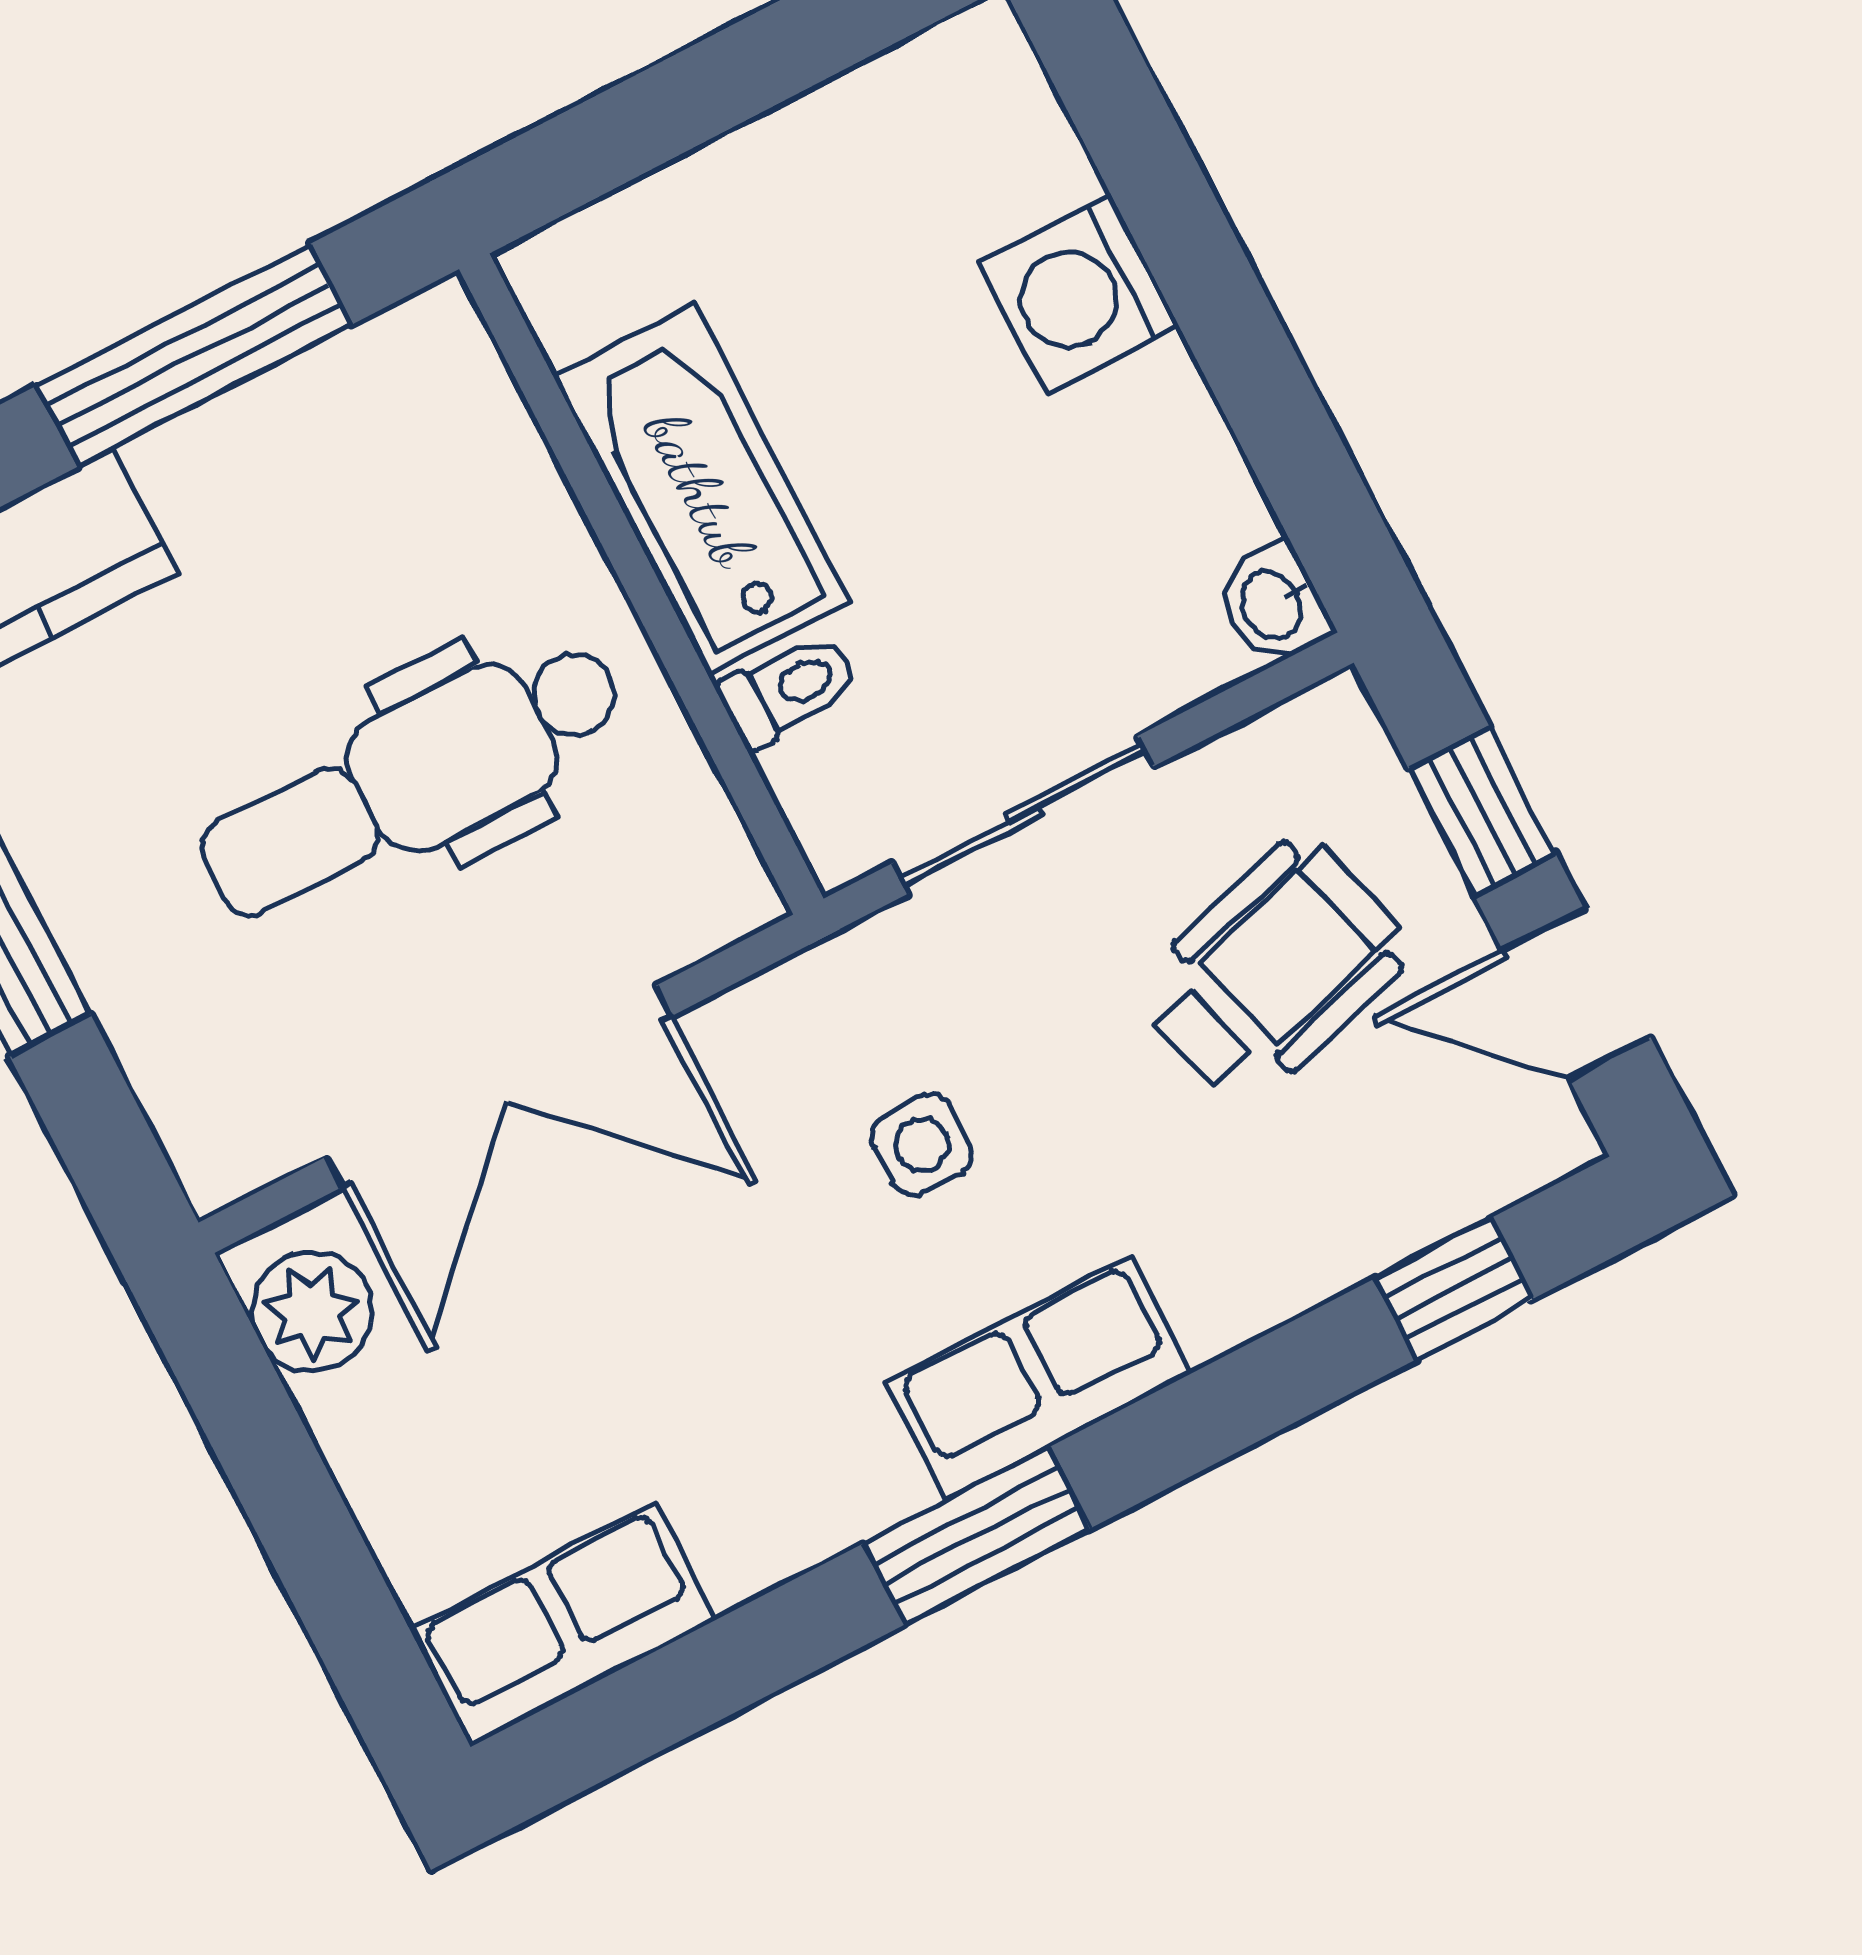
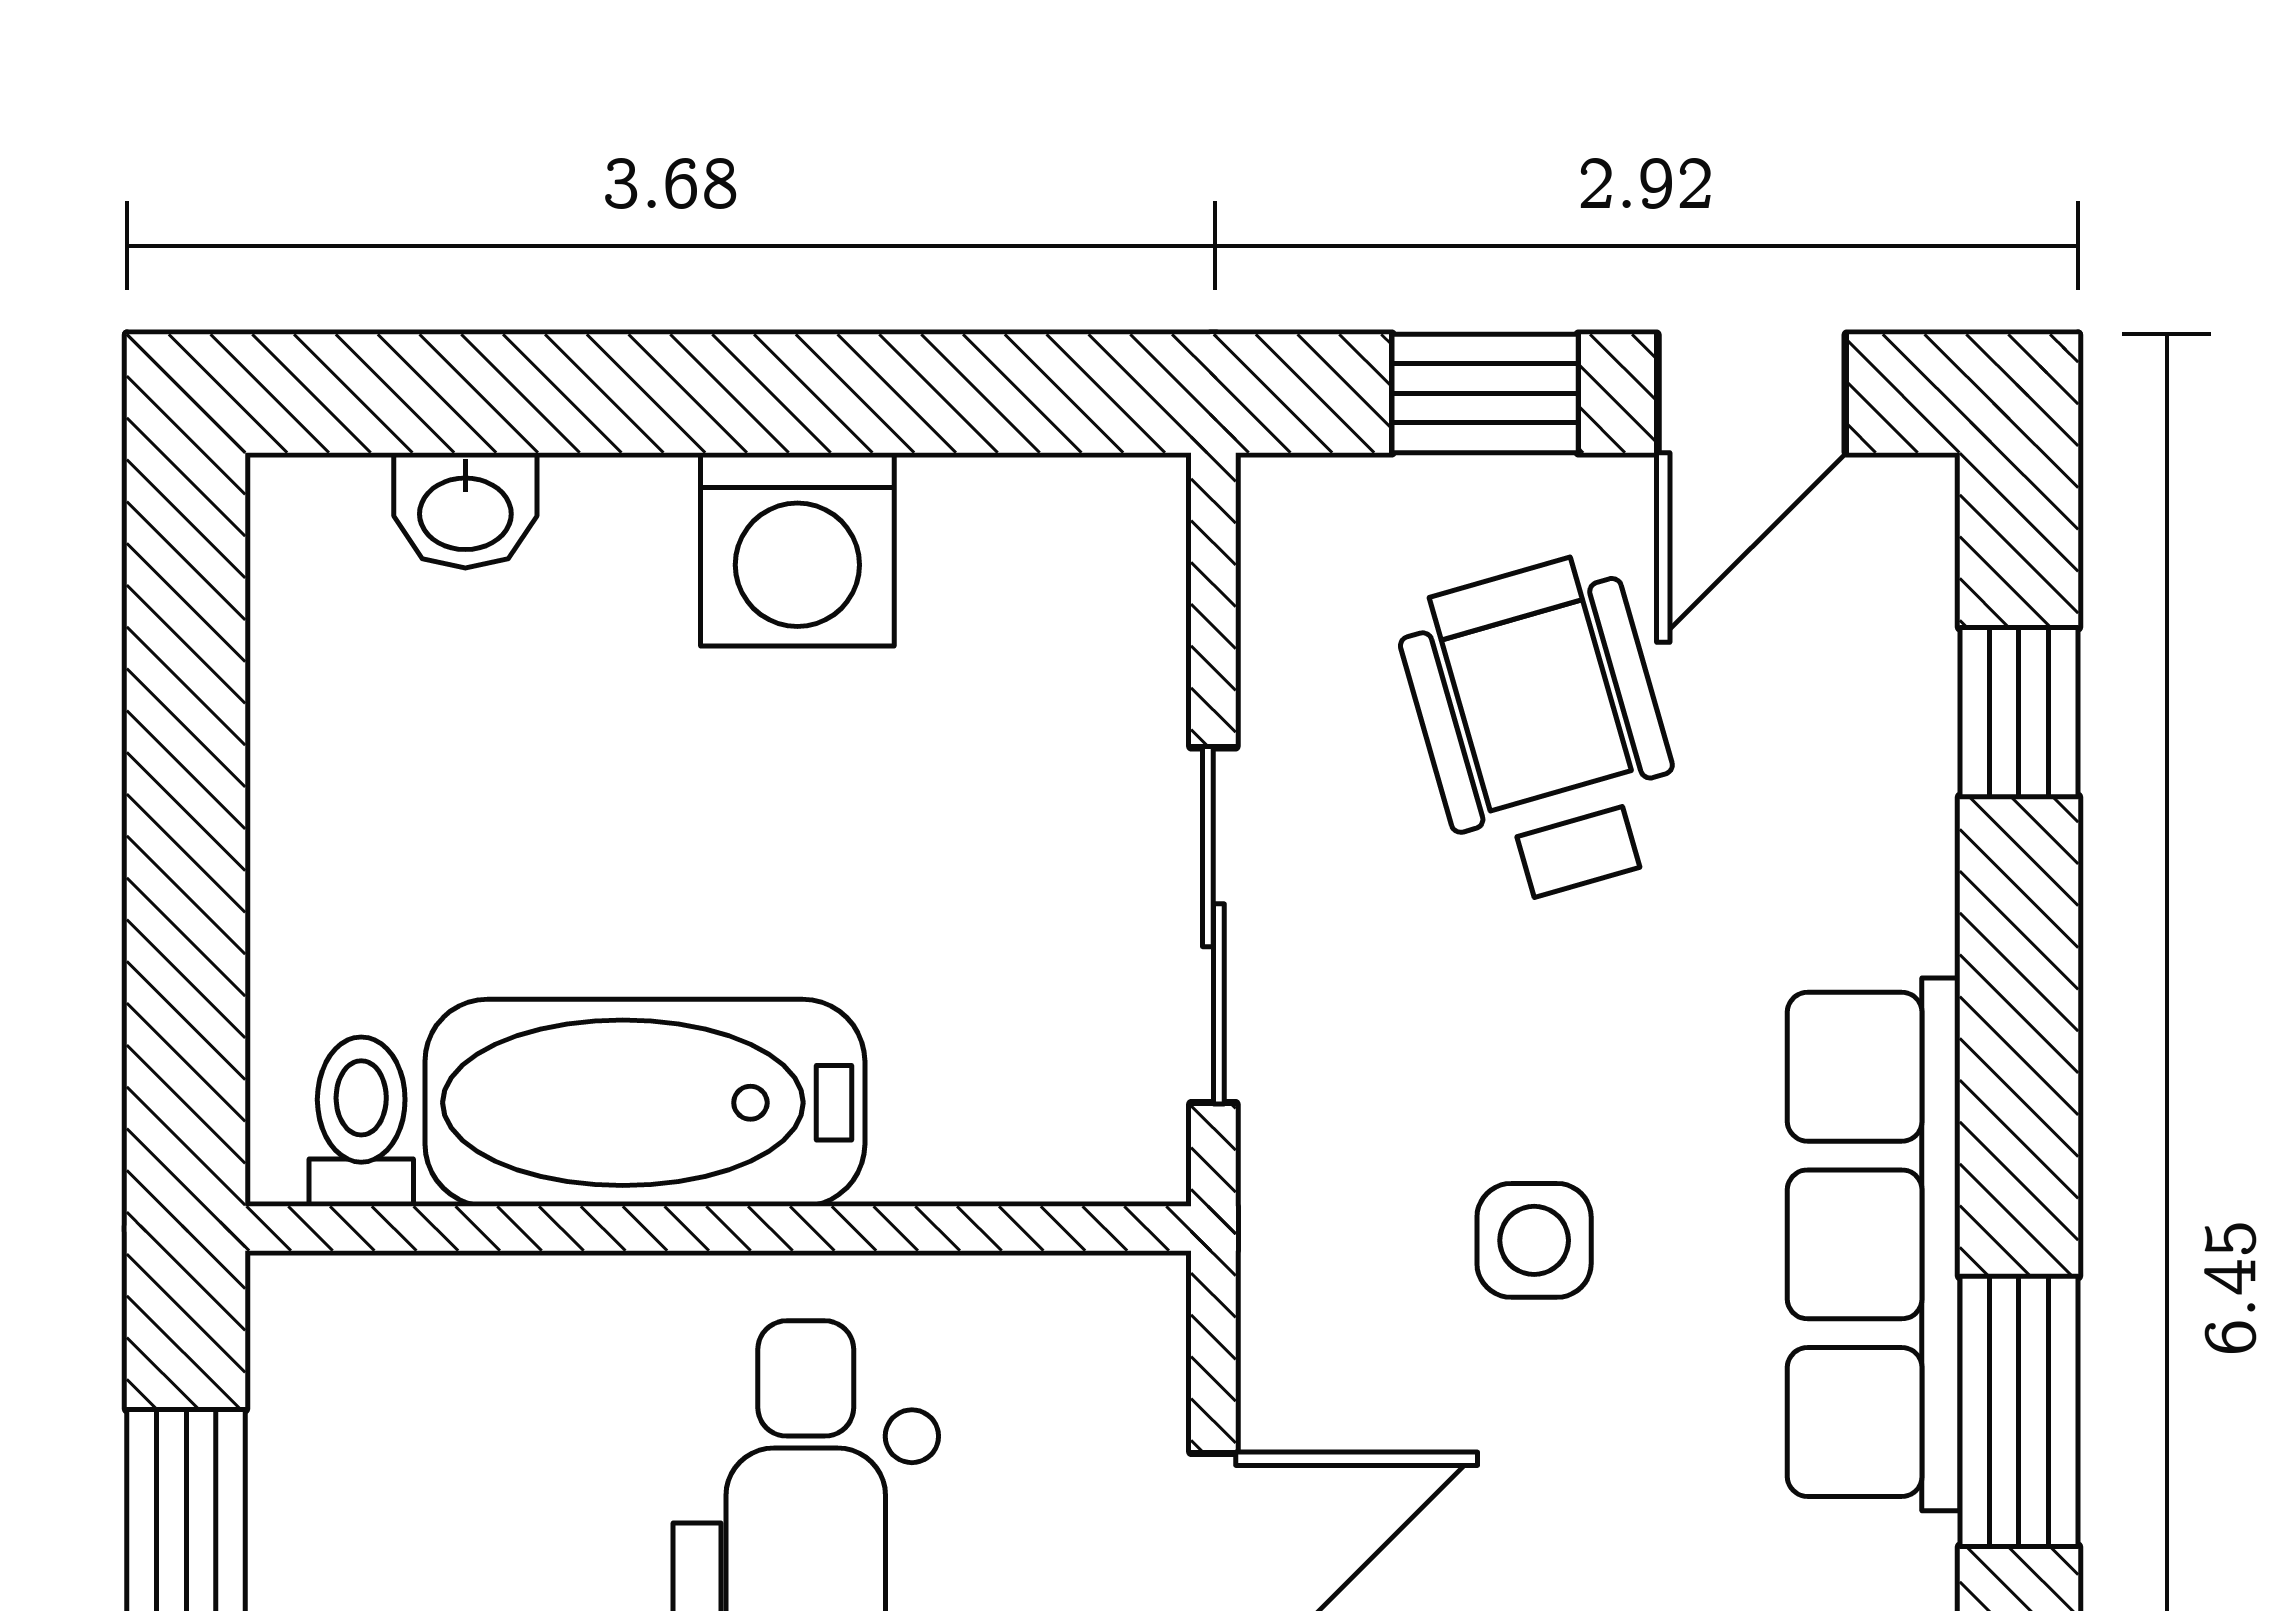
washing machine: (1079, 294) -> (797, 549), moved
washbasin: (1273, 604) -> (465, 510), moved
toilet: (789, 690) -> (361, 1122), moved
row of seats: (1039, 1378) -> (1874, 1244), width x1.48

